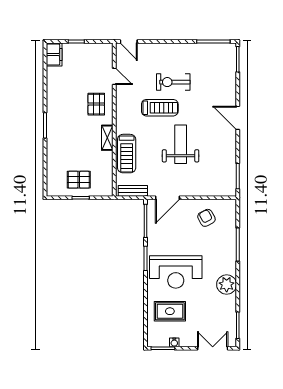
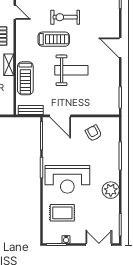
weight bench: (181, 144) -> (71, 70), turned 90
door: (167, 198) -> (60, 116), hinge flipped

